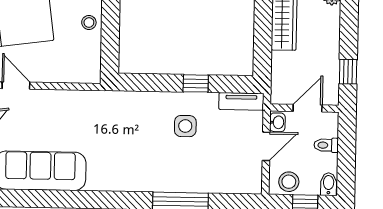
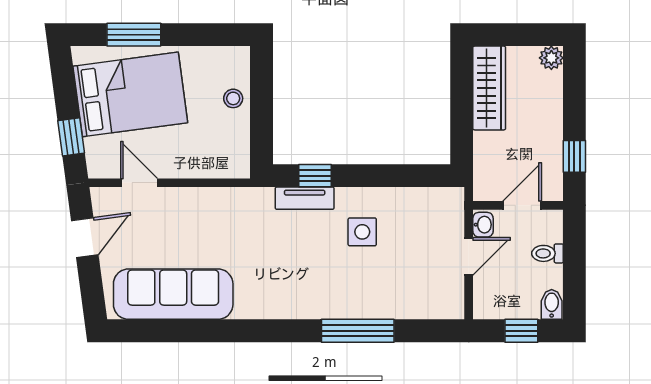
window: (196, 83) -> (315, 176), moved
tv unit: (241, 101) -> (305, 198), moved
stool: (289, 182) -> (499, 302), removed

